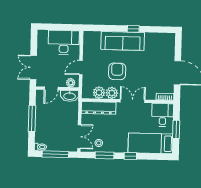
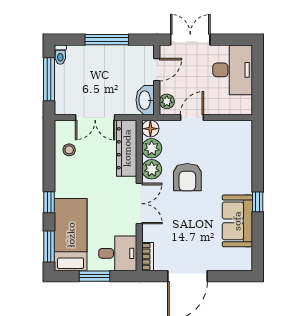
sofa: (123, 41) -> (237, 221), moved, width x0.73
desk: (64, 42) -> (233, 70), moved
door: (81, 68) -> (192, 118), hinge flipped
armchair: (117, 71) -> (187, 177), turned 90
door: (51, 88) -> (157, 70), swing flipped
floor lamp: (87, 93) -> (150, 129), added
double door: (79, 137) -> (95, 118), moved
window: (105, 155) -> (49, 246), moved

